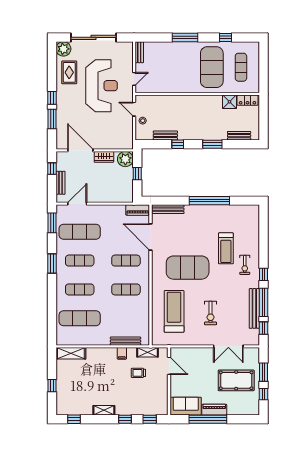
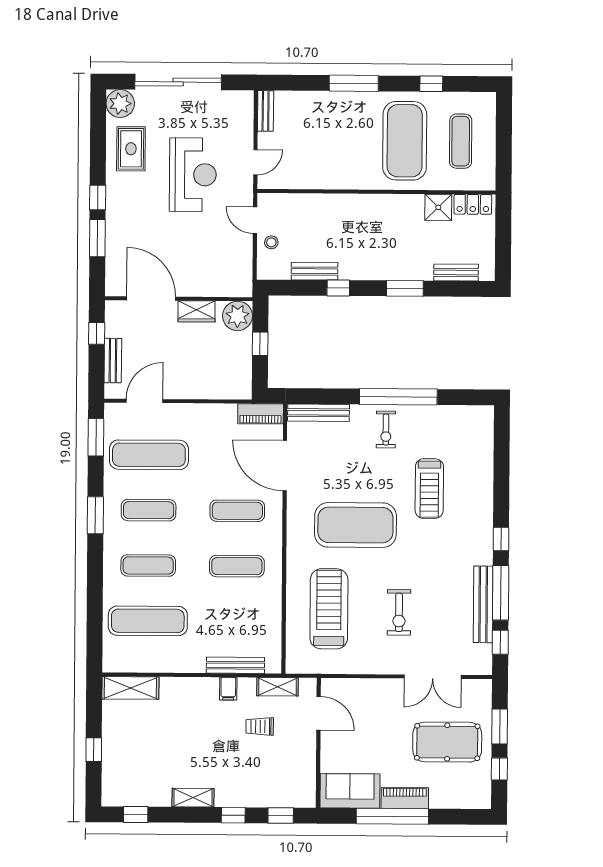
reception desk: (102, 86) -> (193, 175), width x0.74, depth x0.77
exercise bike: (245, 265) -> (386, 430), moved

